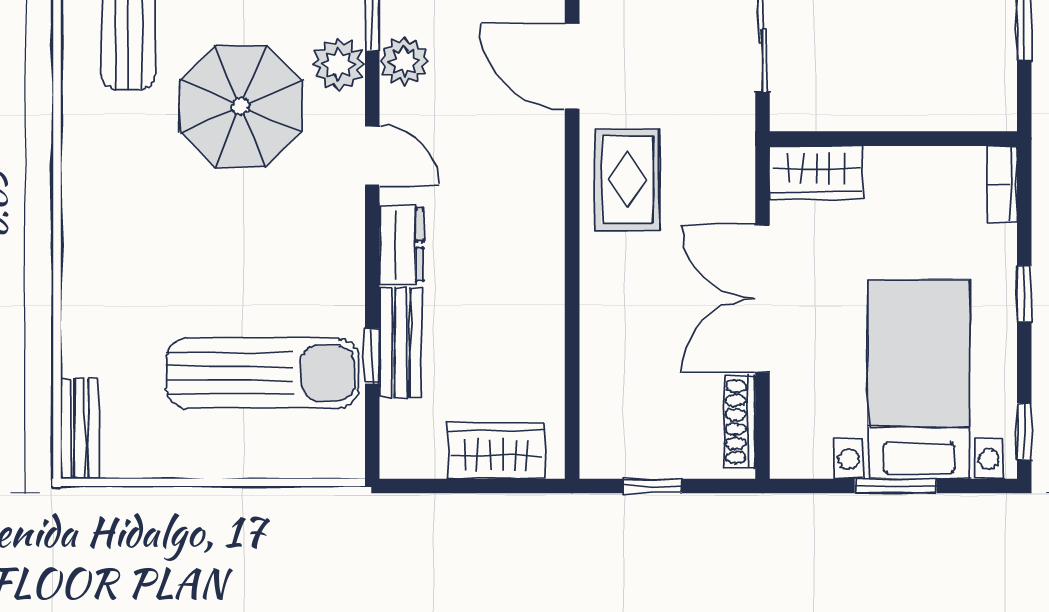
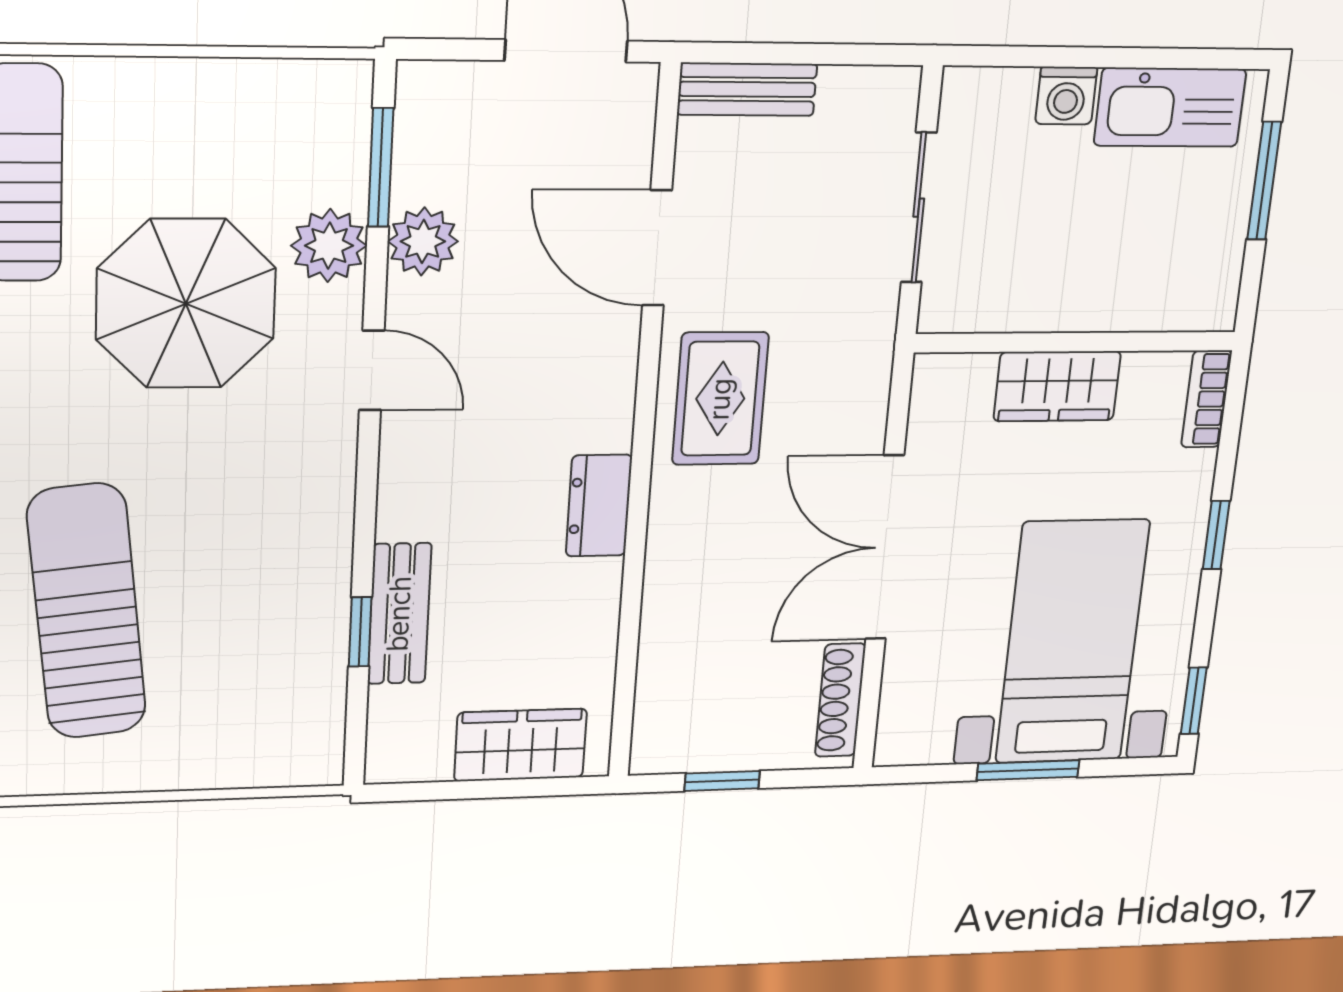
wardrobe: (816, 173) -> (1057, 386), moved
dresser: (402, 244) -> (599, 506), moved, turned 180
sun lounger: (263, 373) -> (87, 612), moved, turned -96

